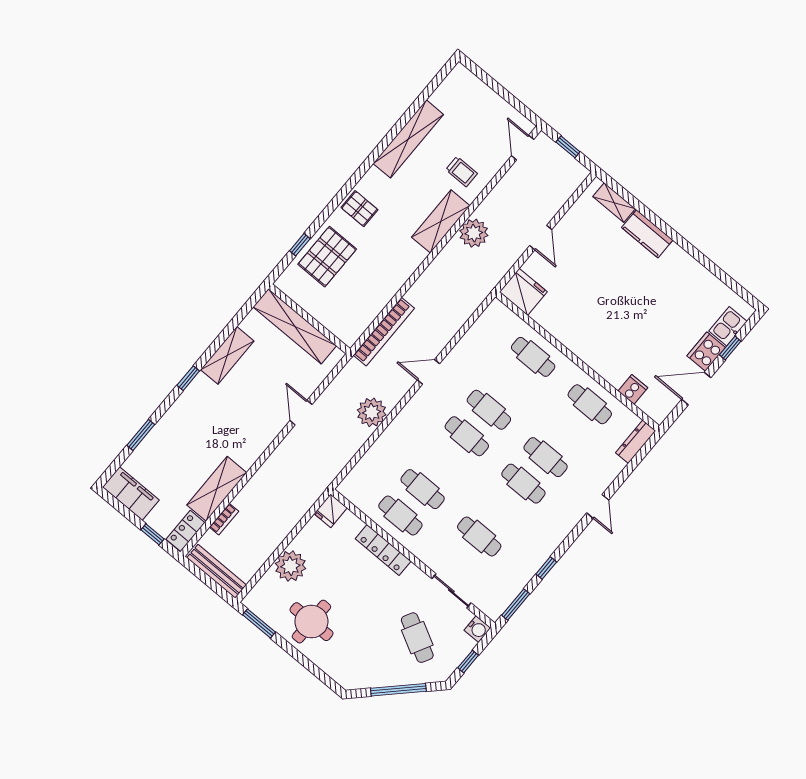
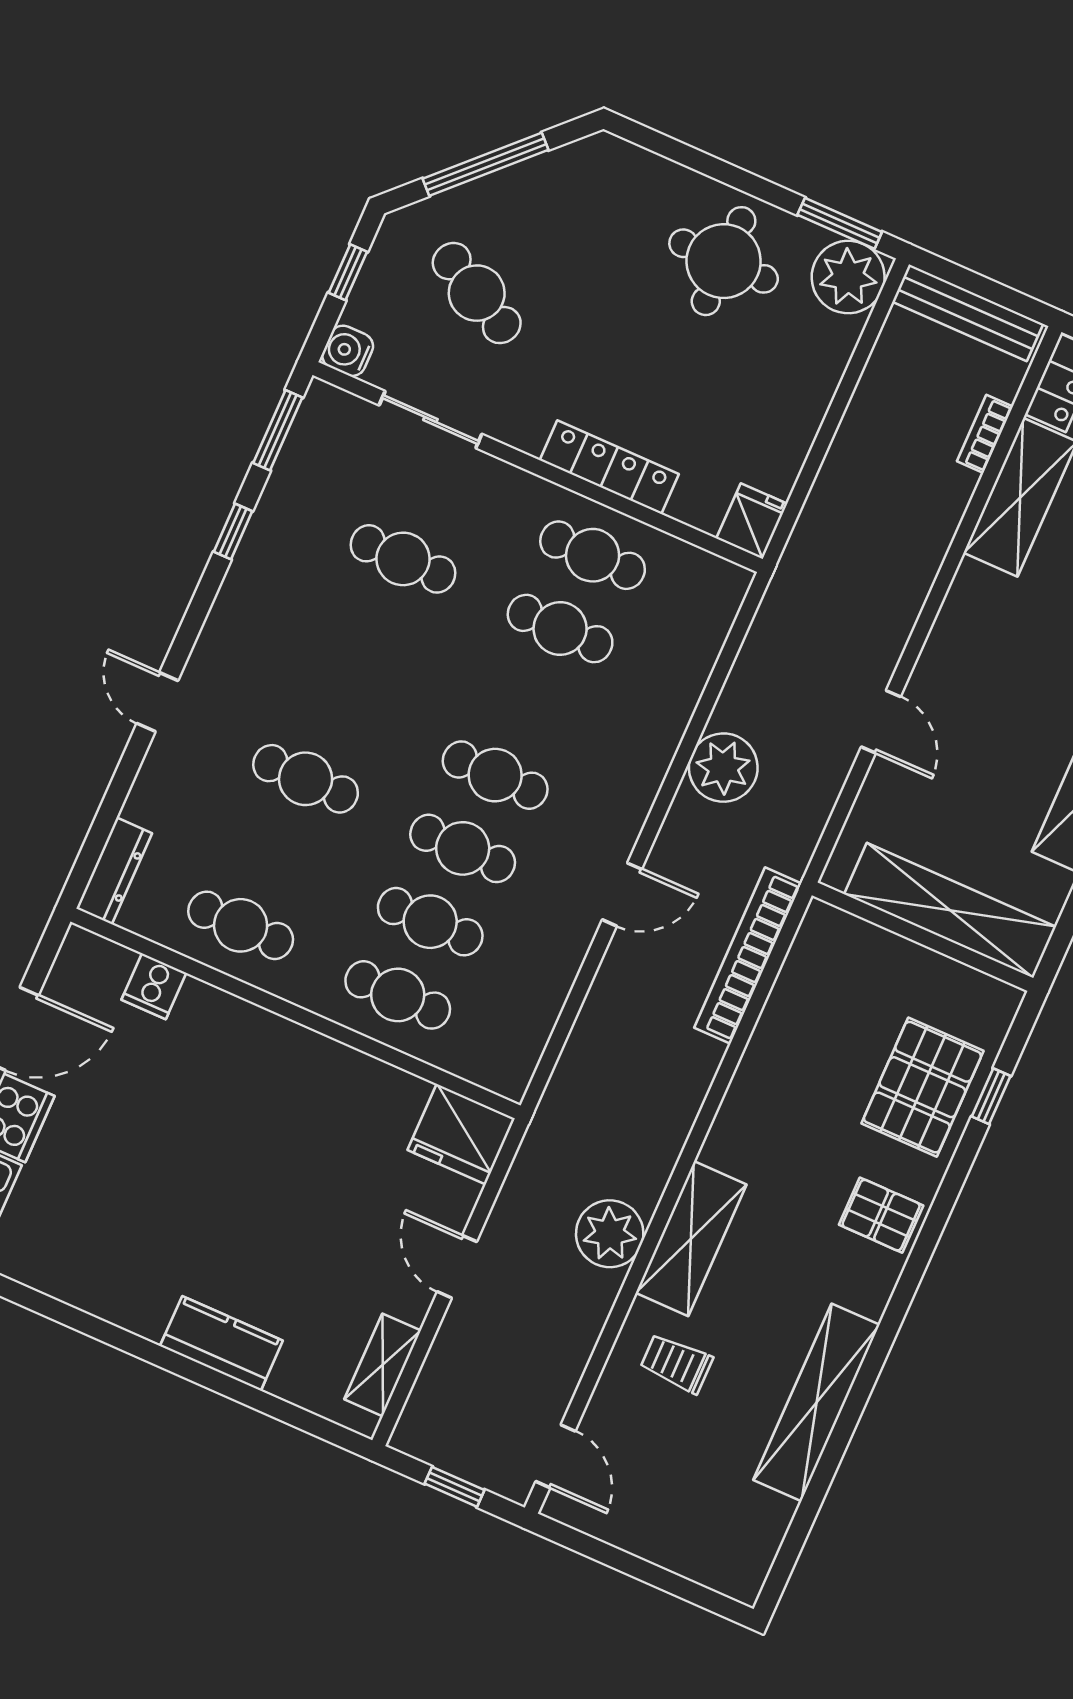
shelving: (614, 203) -> (383, 1365), moved, turned 90
cafe table: (523, 484) -> (430, 922), moved
plant: (290, 566) -> (848, 277), moved

